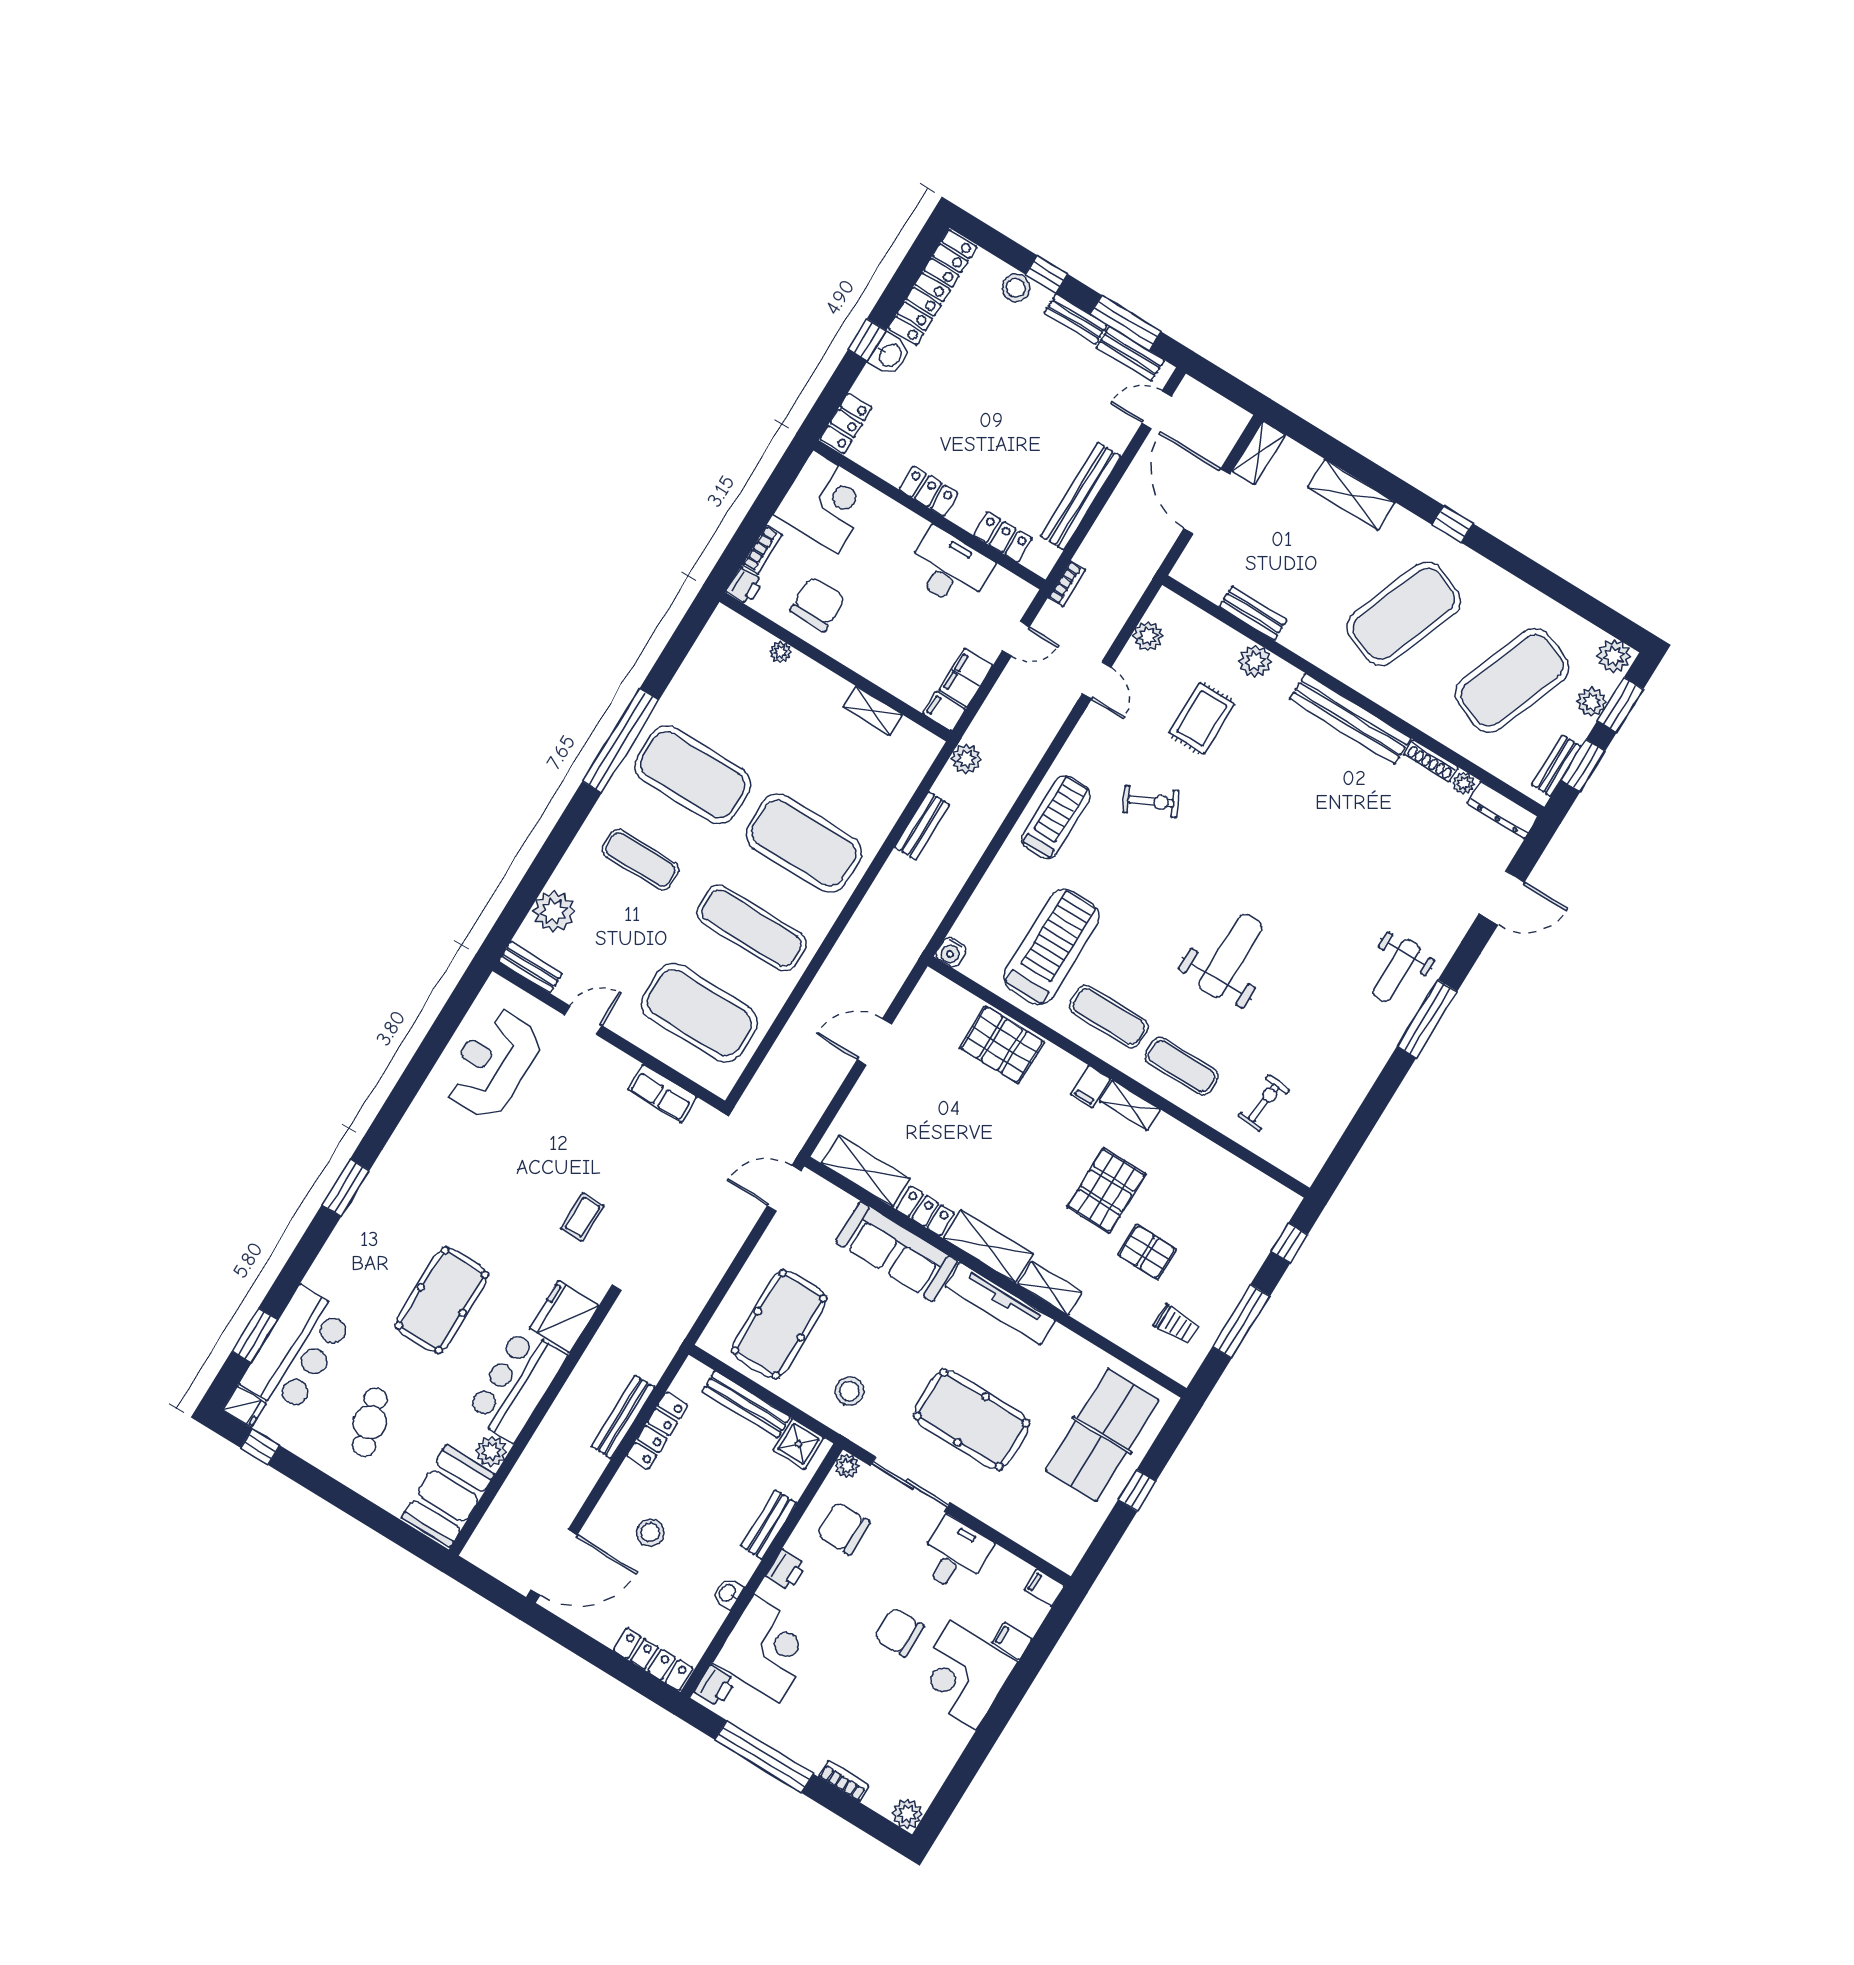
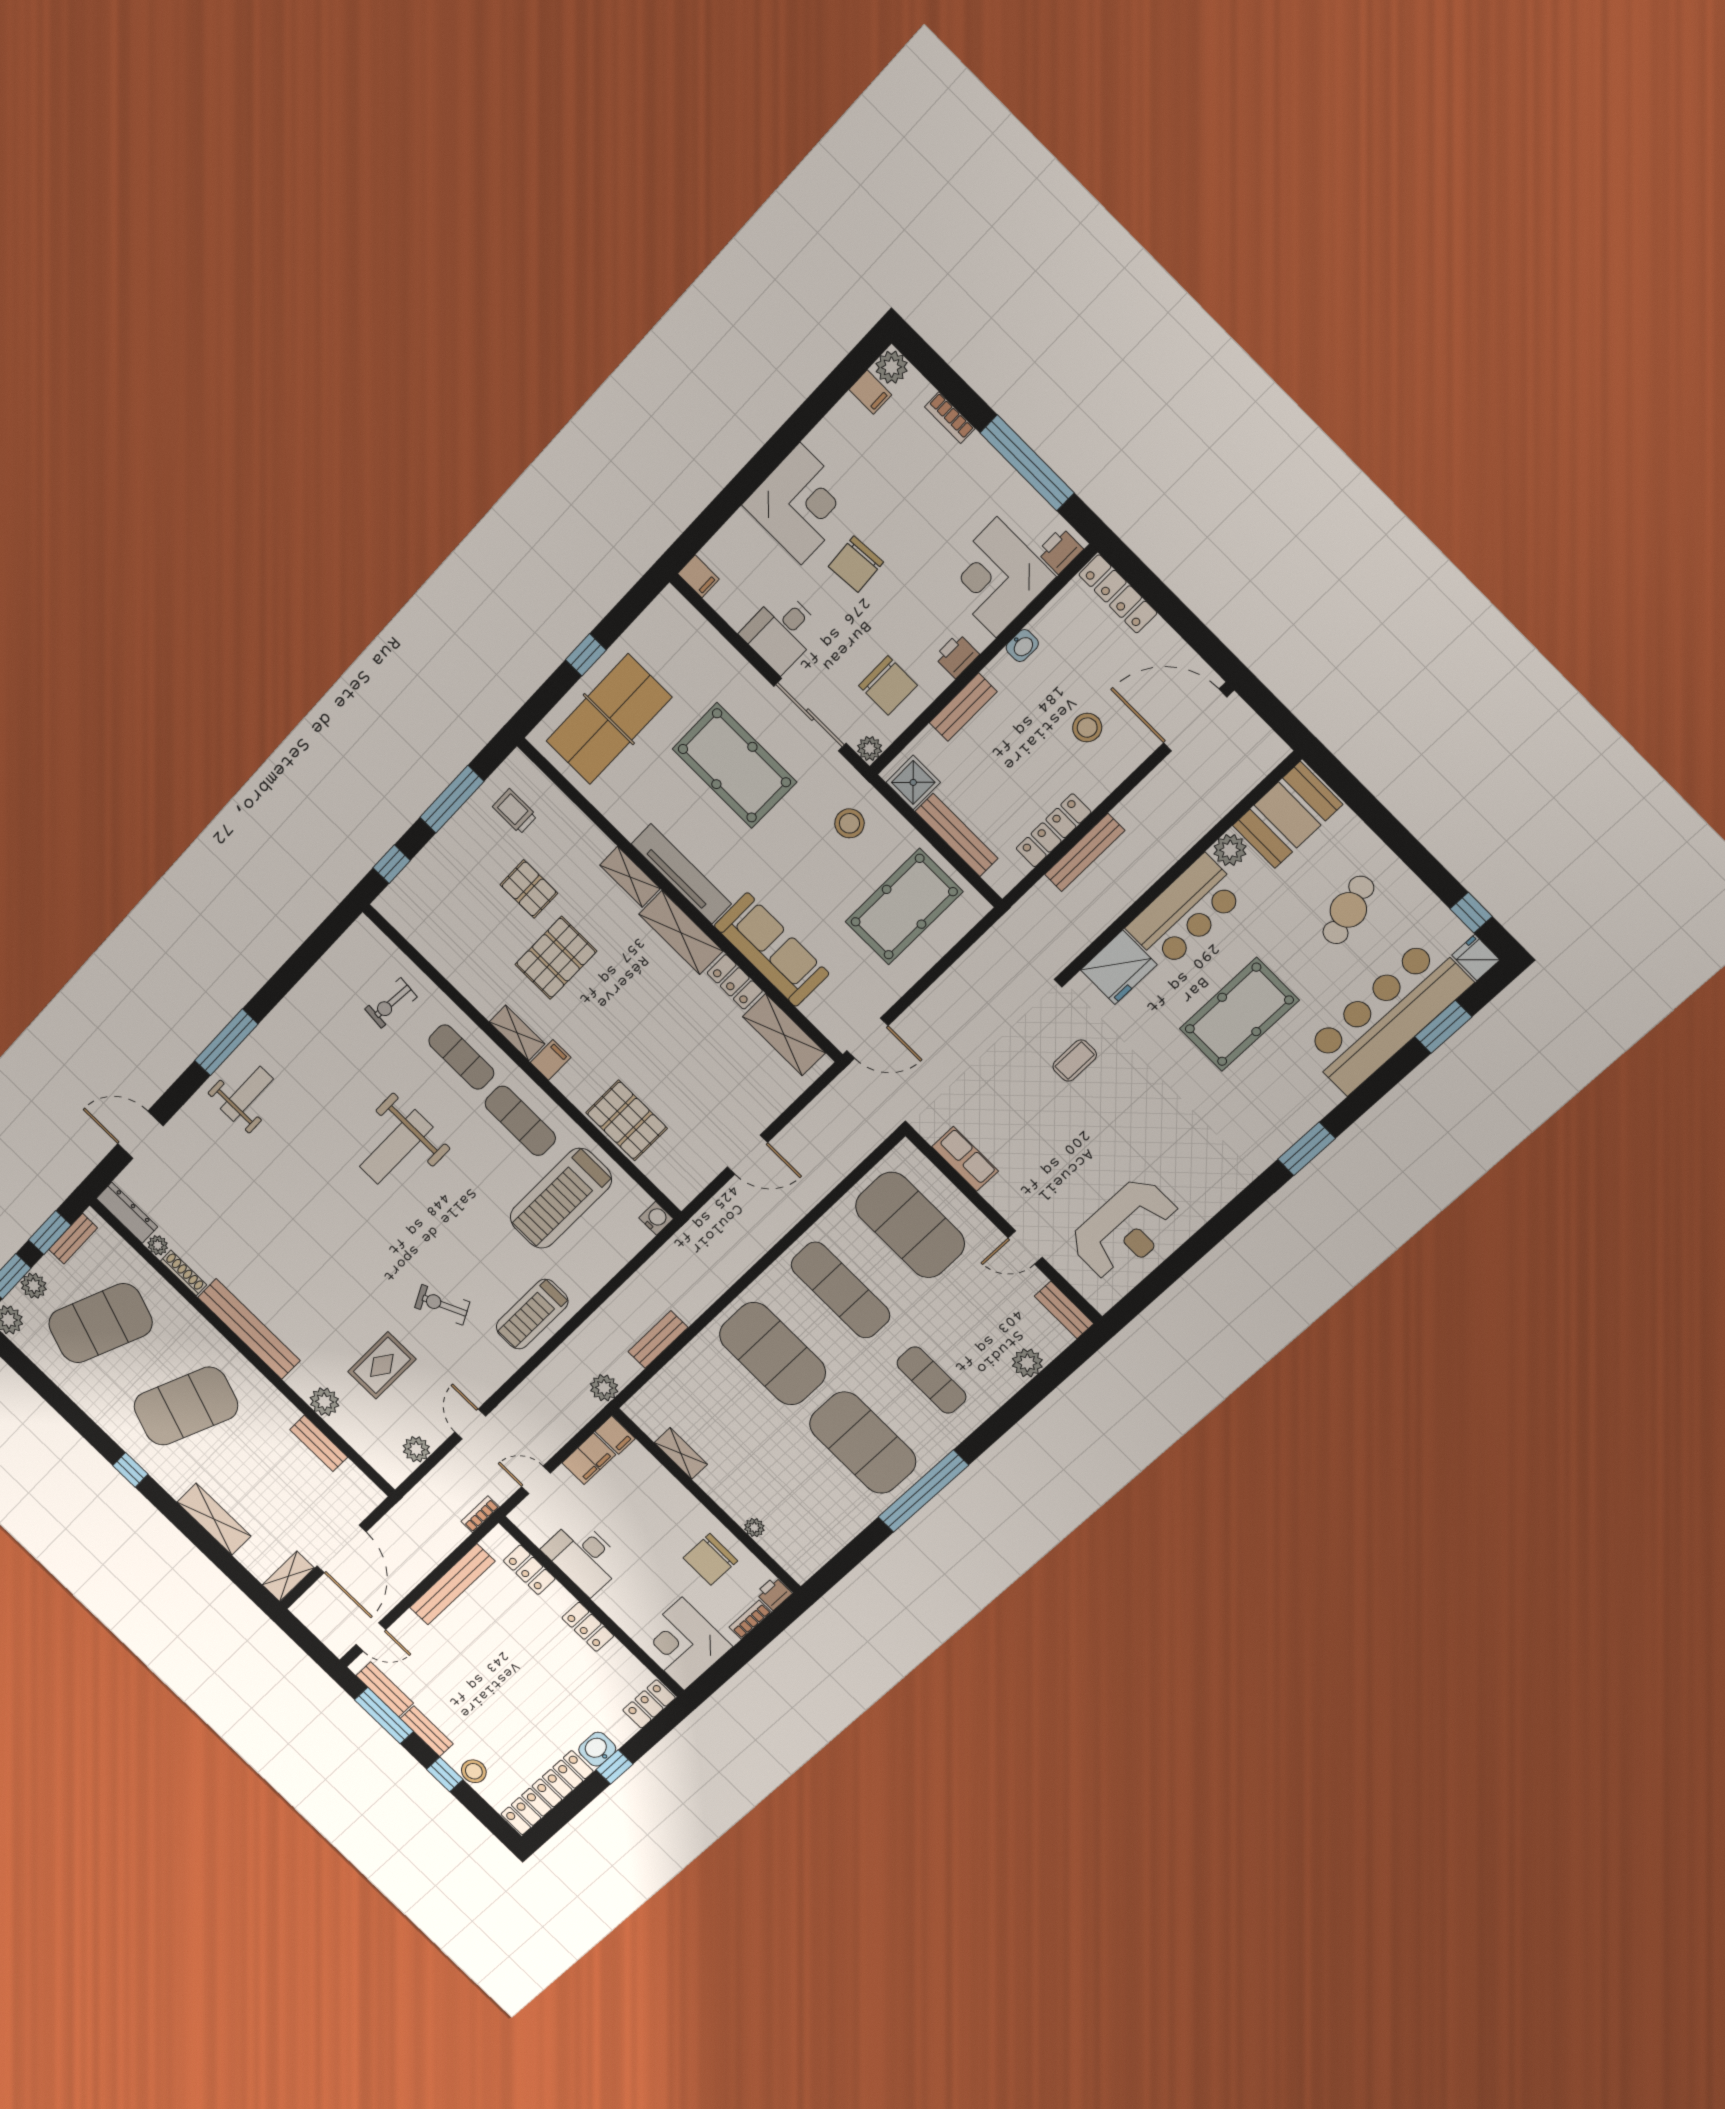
plant: (554, 911) -> (1027, 1363), width x0.73, depth x0.73
bar counter: (297, 1351) -> (1387, 1016), width x1.36
chair: (899, 1632) -> (856, 564), turned 86
filing cabinet: (1012, 1641) -> (870, 392), moved

